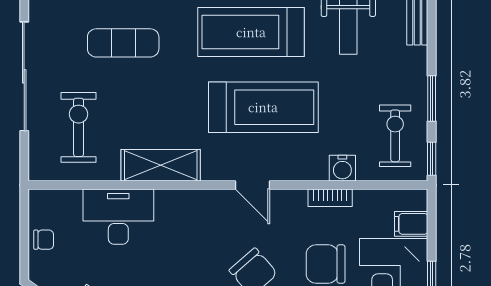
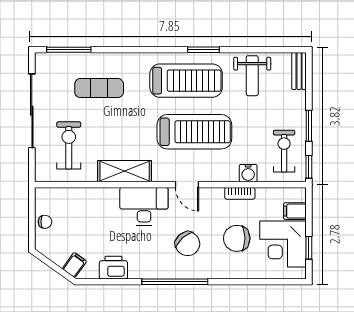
treadmill: (251, 32) -> (186, 81), turned 180
desk: (118, 217) -> (144, 206), moved

